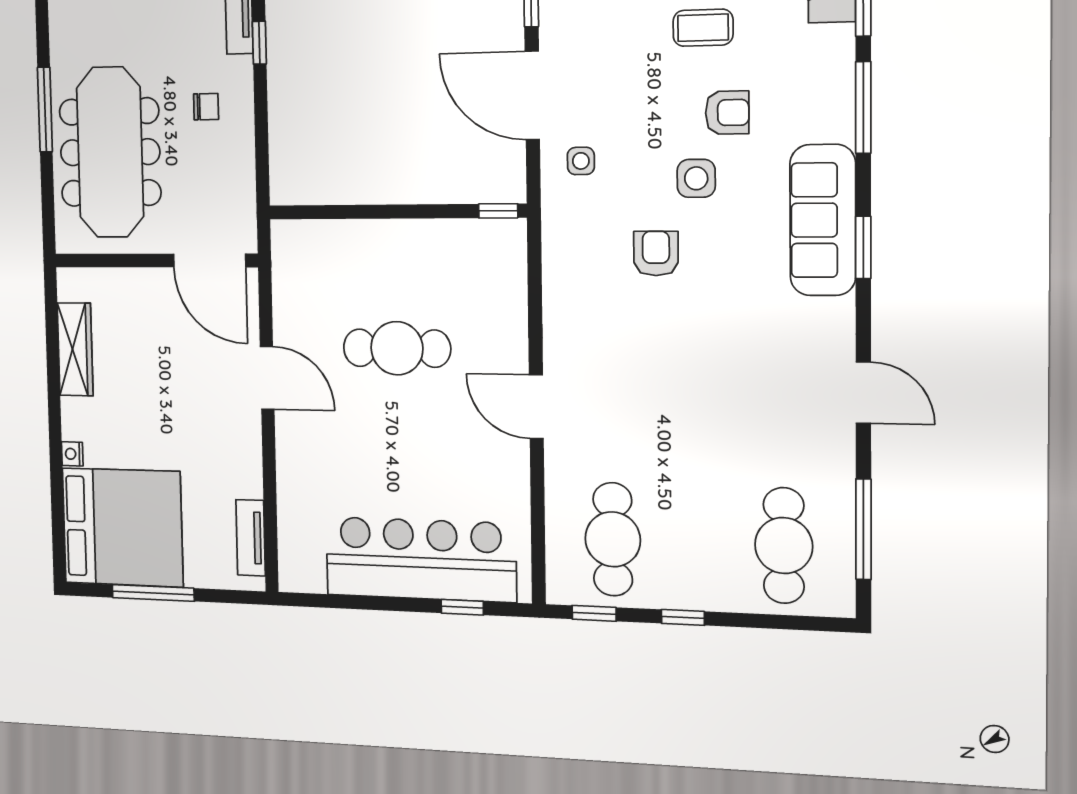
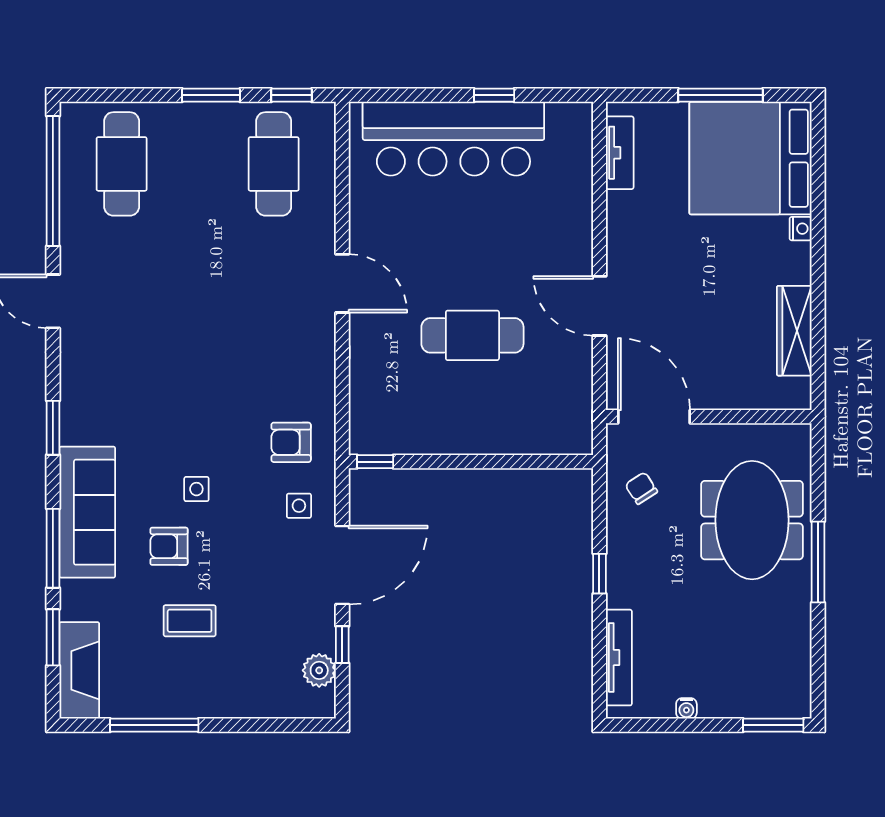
window: (259, 43) -> (599, 574), moved
door: (532, 95) -> (342, 565), hinge flipped
chair: (206, 107) -> (641, 488), moved, turned 57
meeting table: (110, 152) -> (752, 520), width x0.73
side table: (696, 178) -> (196, 489), width x0.73, depth x0.73
sofa: (823, 220) -> (87, 512), moved
armchair: (656, 253) -> (291, 442), moved, turned 90
window: (863, 529) -> (53, 181), width x1.46
window: (462, 607) -> (494, 95), moved
window: (683, 617) -> (211, 95), width x1.50

